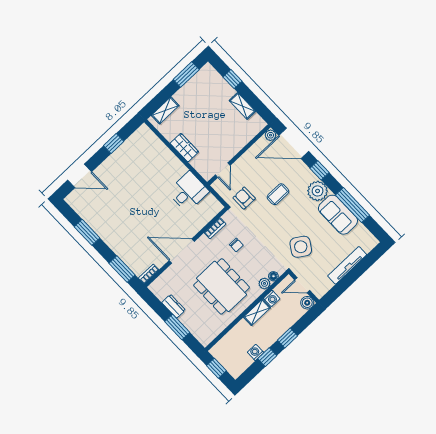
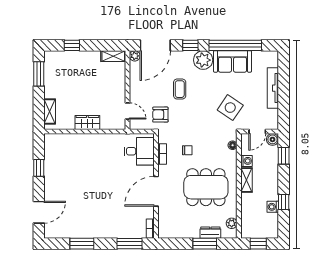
shelving: (242, 106) -> (113, 56), moved
desk: (188, 192) -> (139, 151), moved, turned 90
window: (352, 205) -> (235, 45), width x1.46
plant: (264, 283) -> (232, 223), moved
dresser: (174, 306) -> (210, 233), moved
window: (287, 338) -> (284, 156), moved

